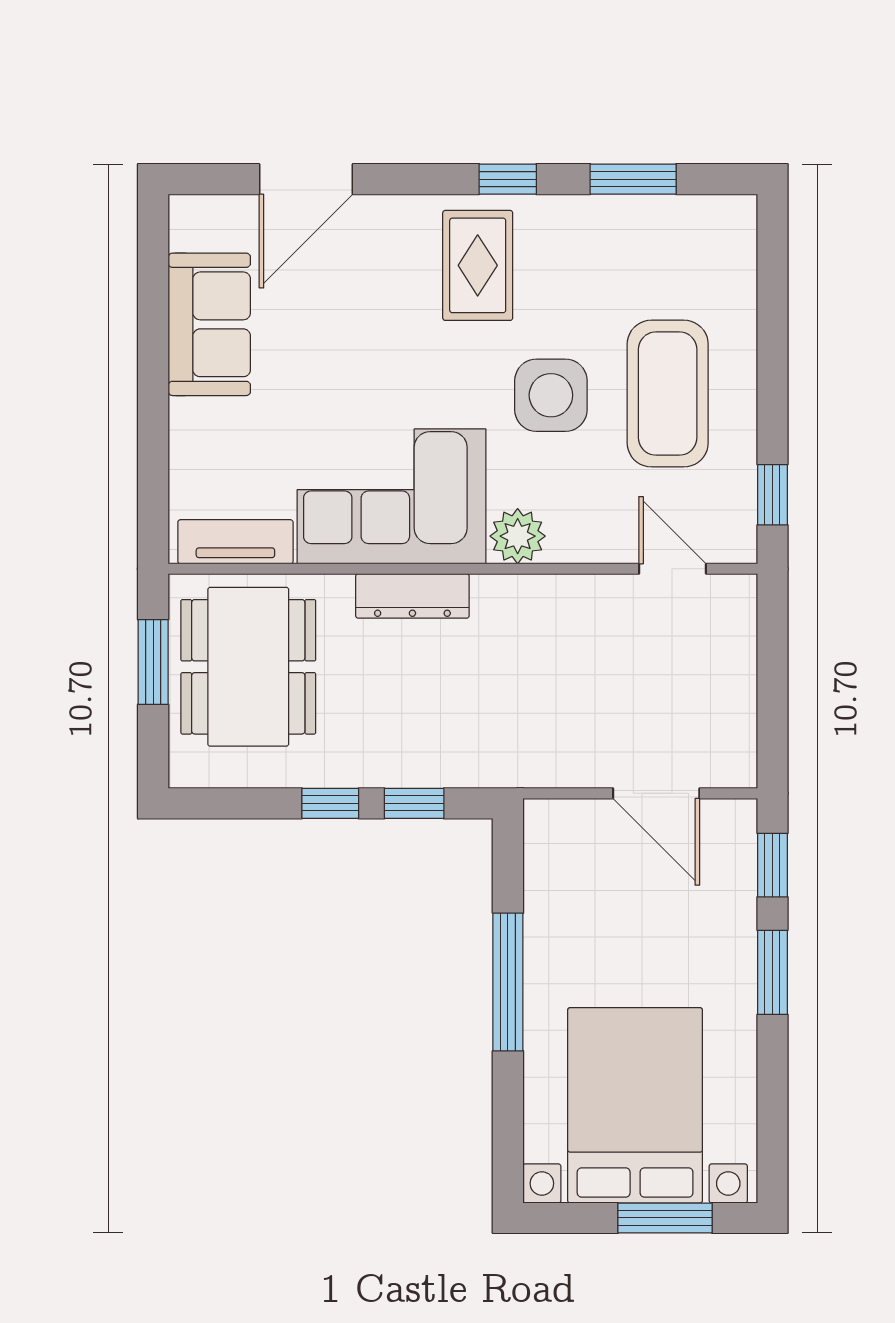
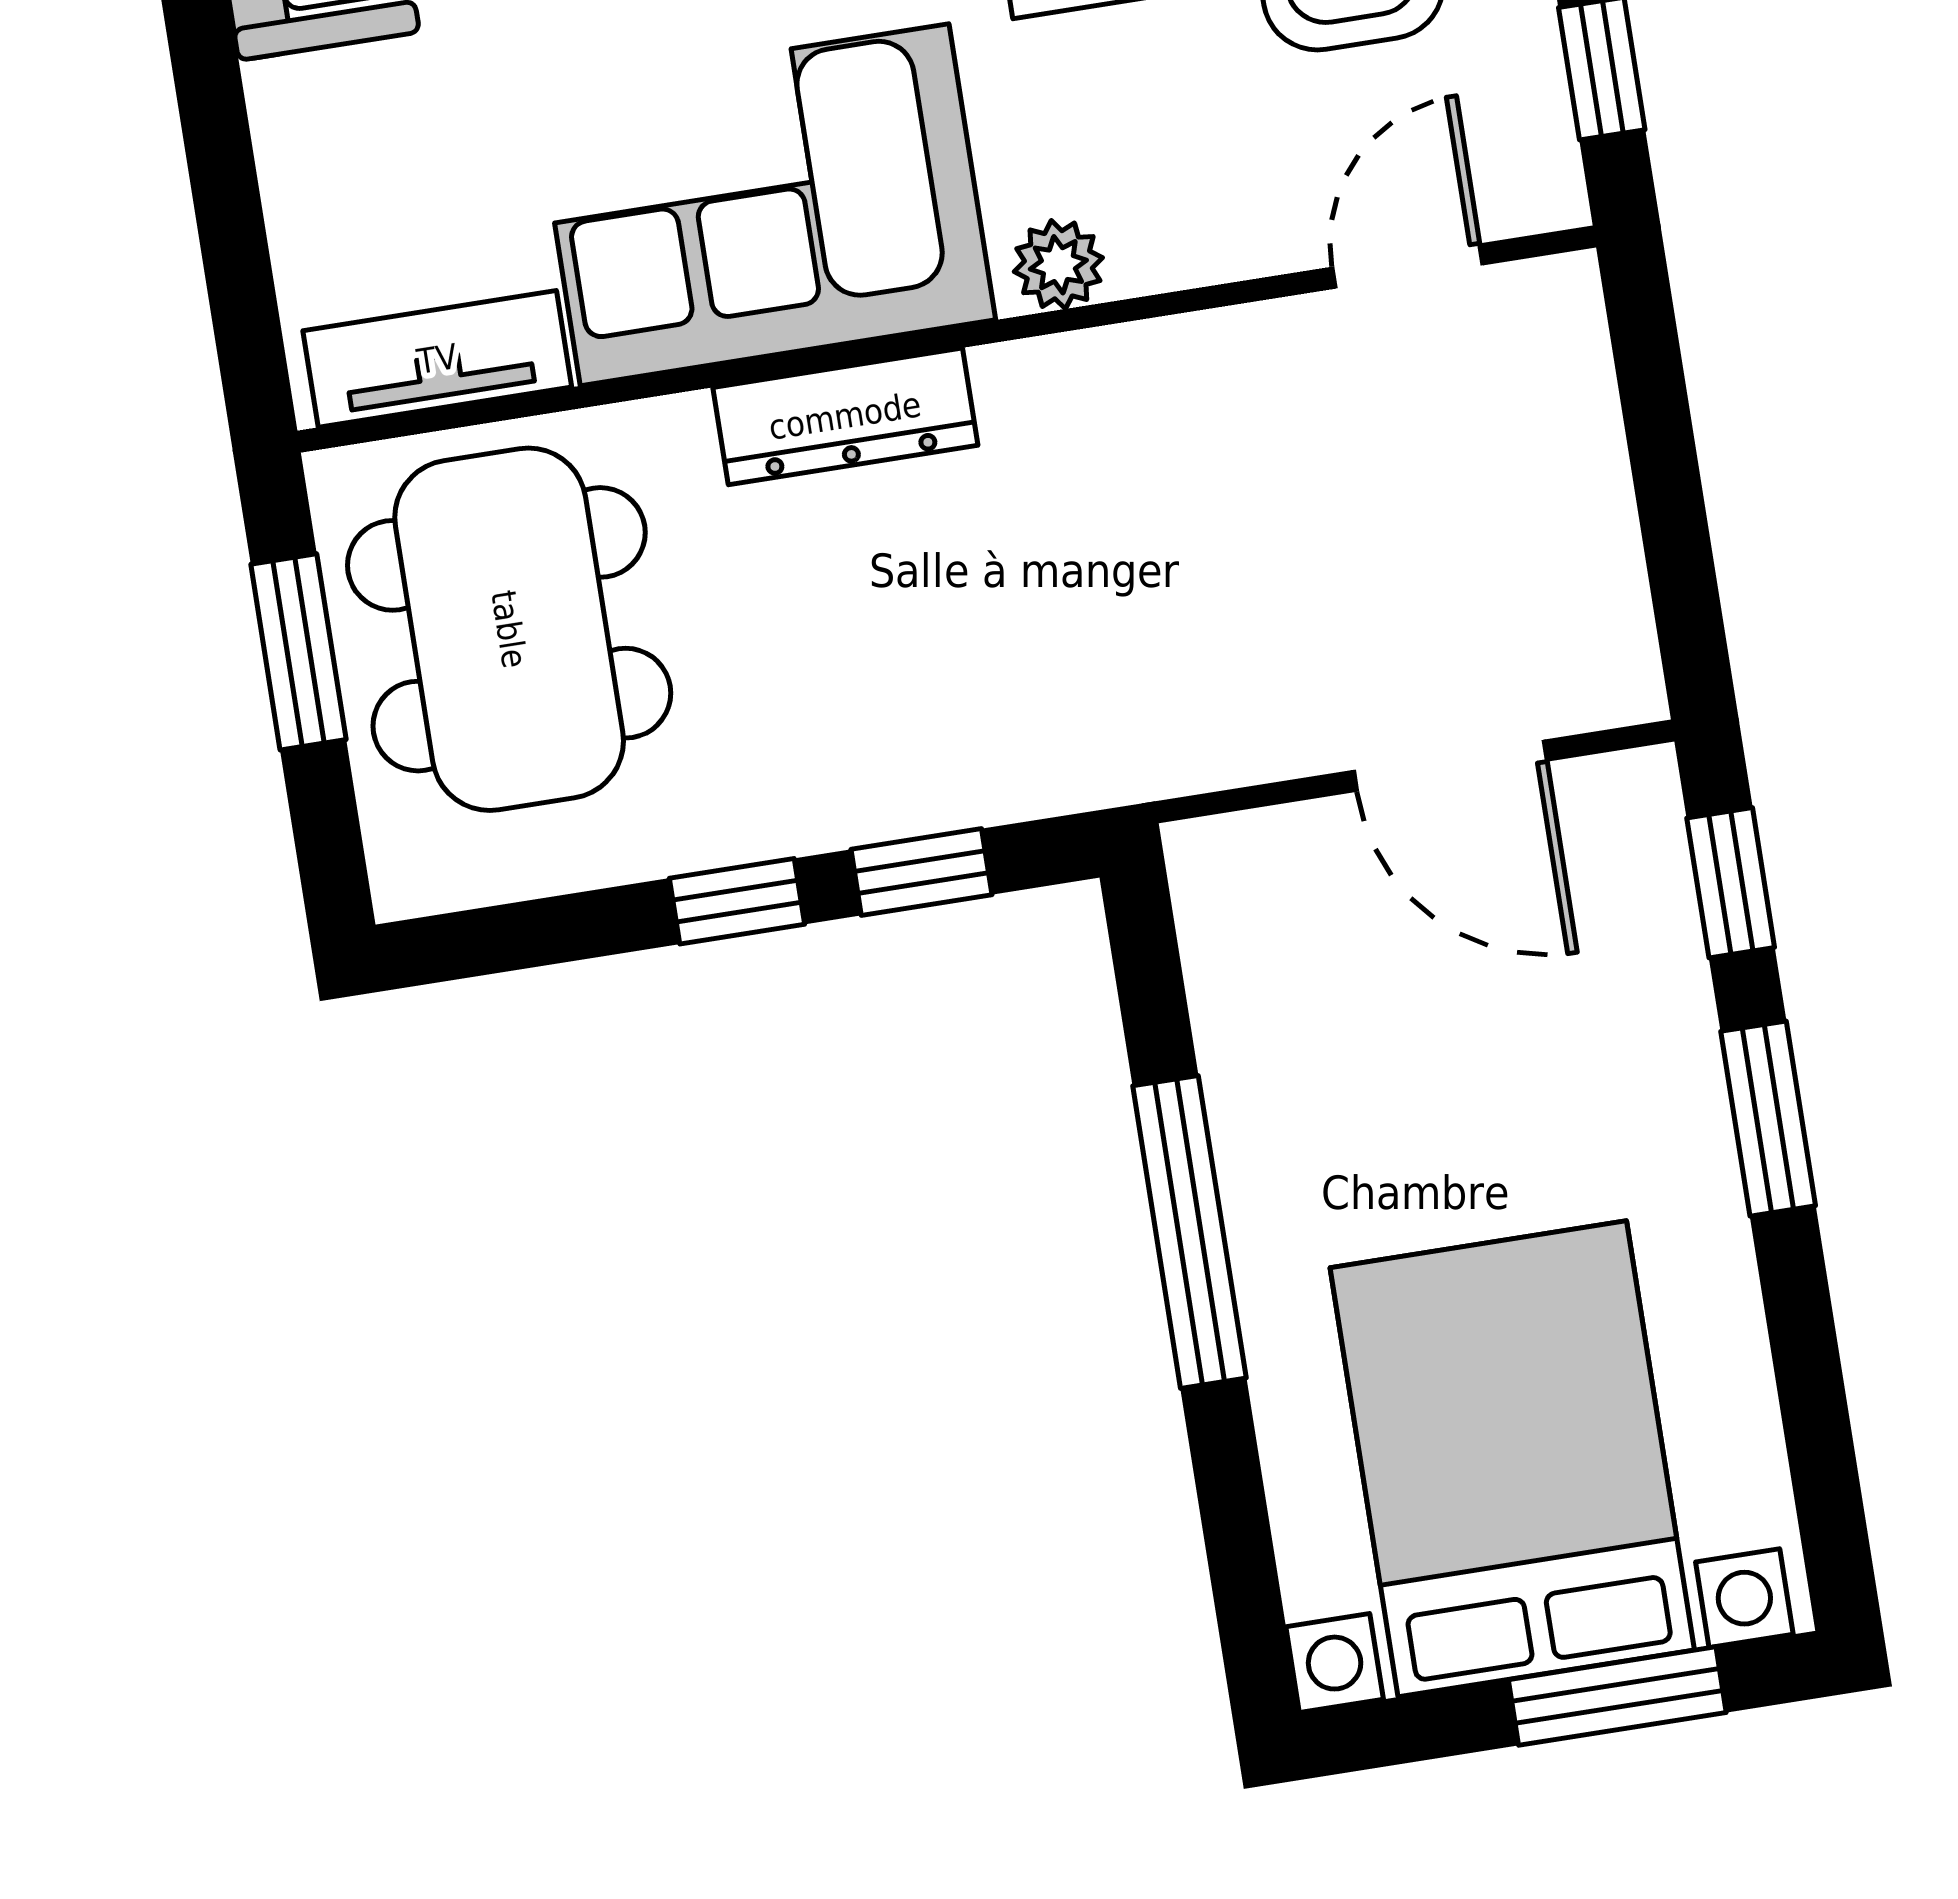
plant: (518, 536) -> (1058, 265), width x0.73, depth x0.73
door: (672, 569) -> (1408, 266), hinge flipped

